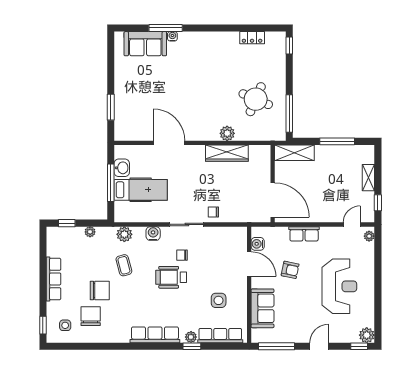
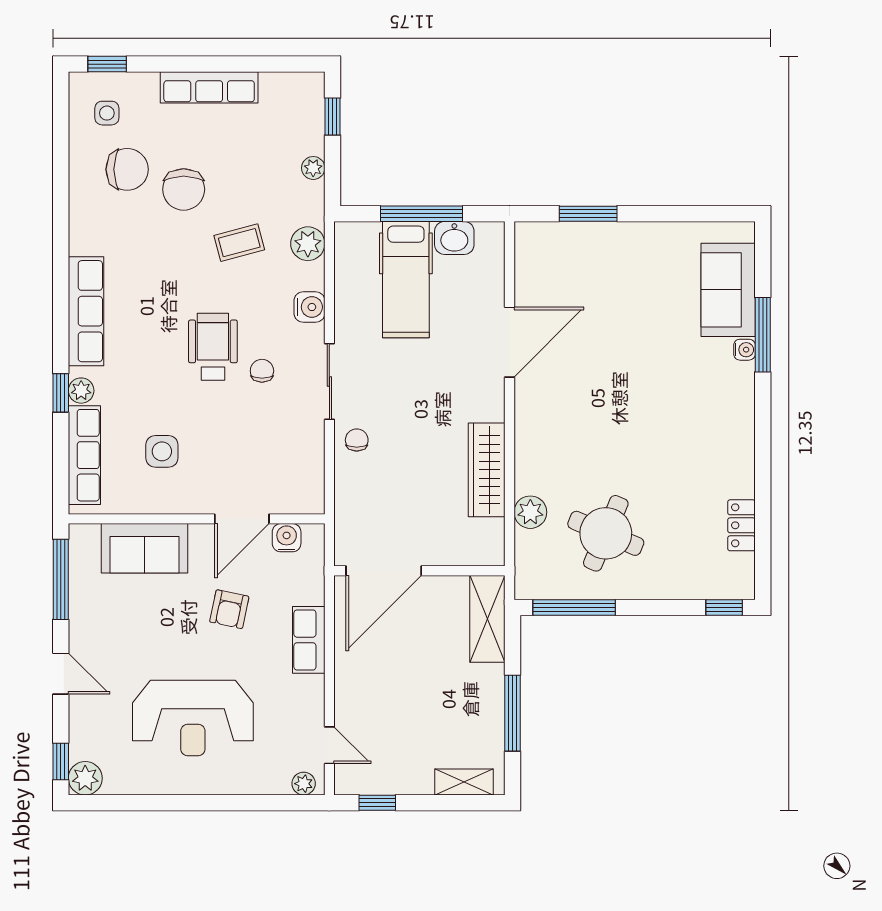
plant: (227, 133) -> (530, 512), moved
shelving: (368, 178) -> (464, 782), moved

